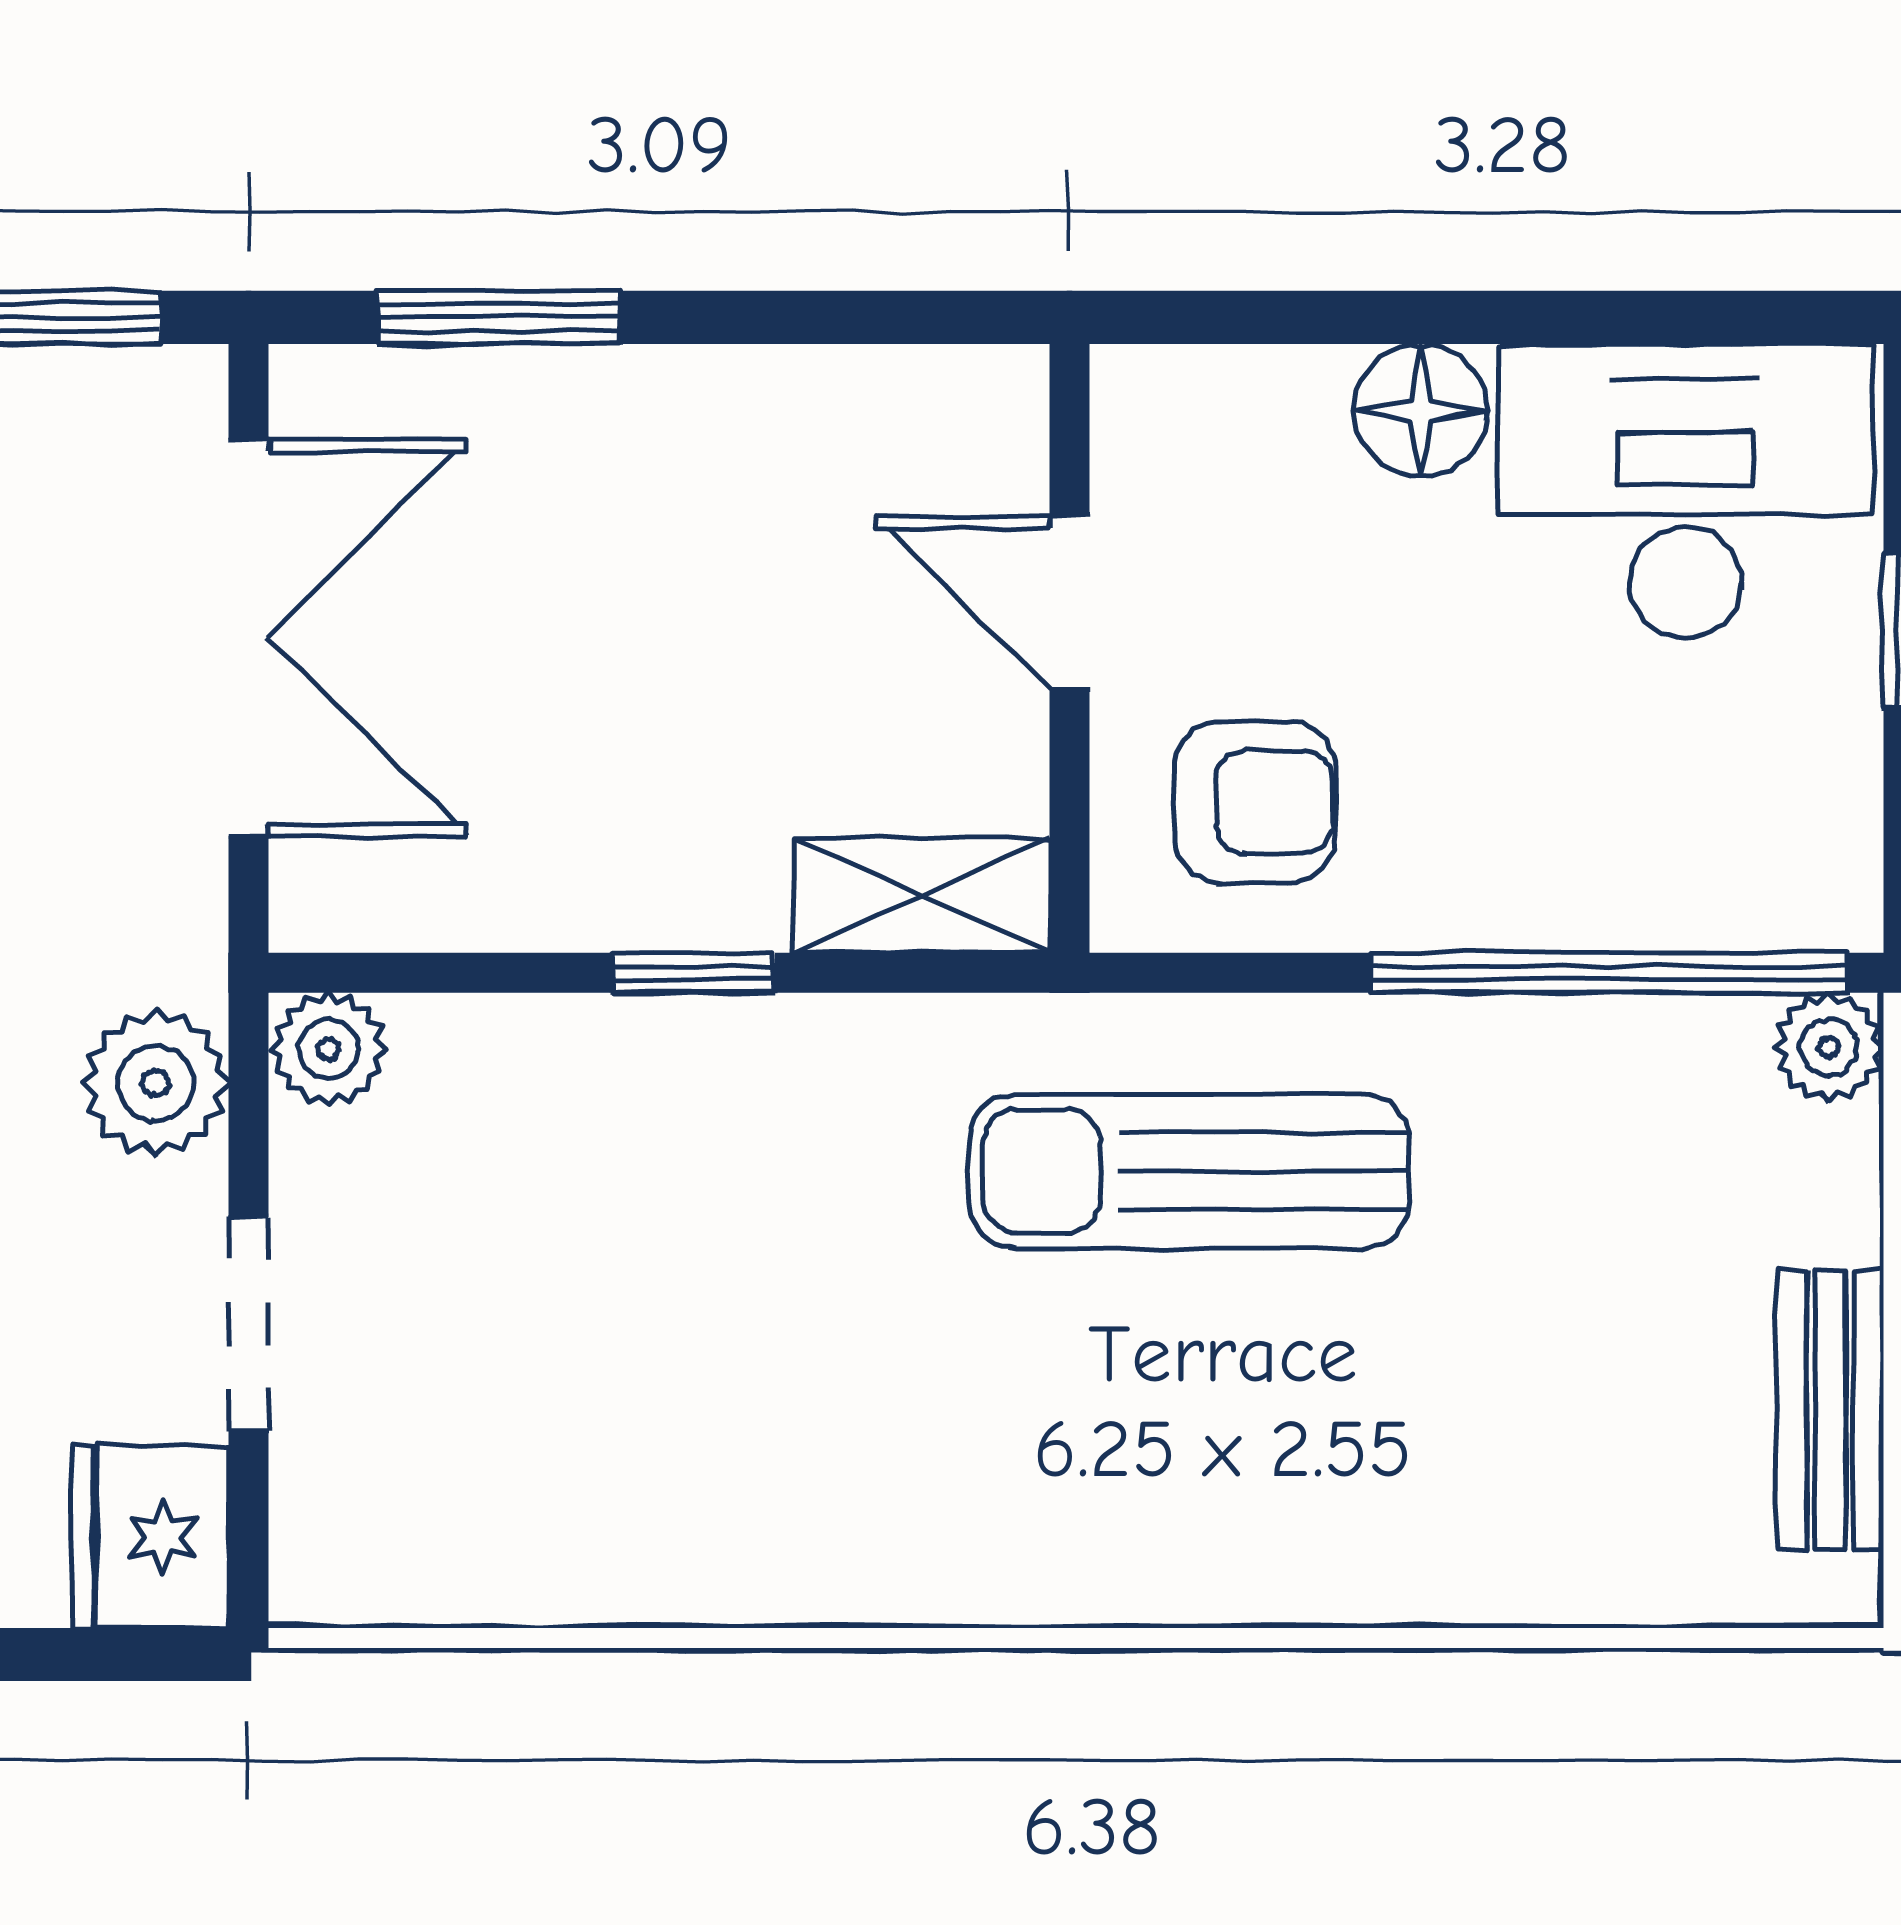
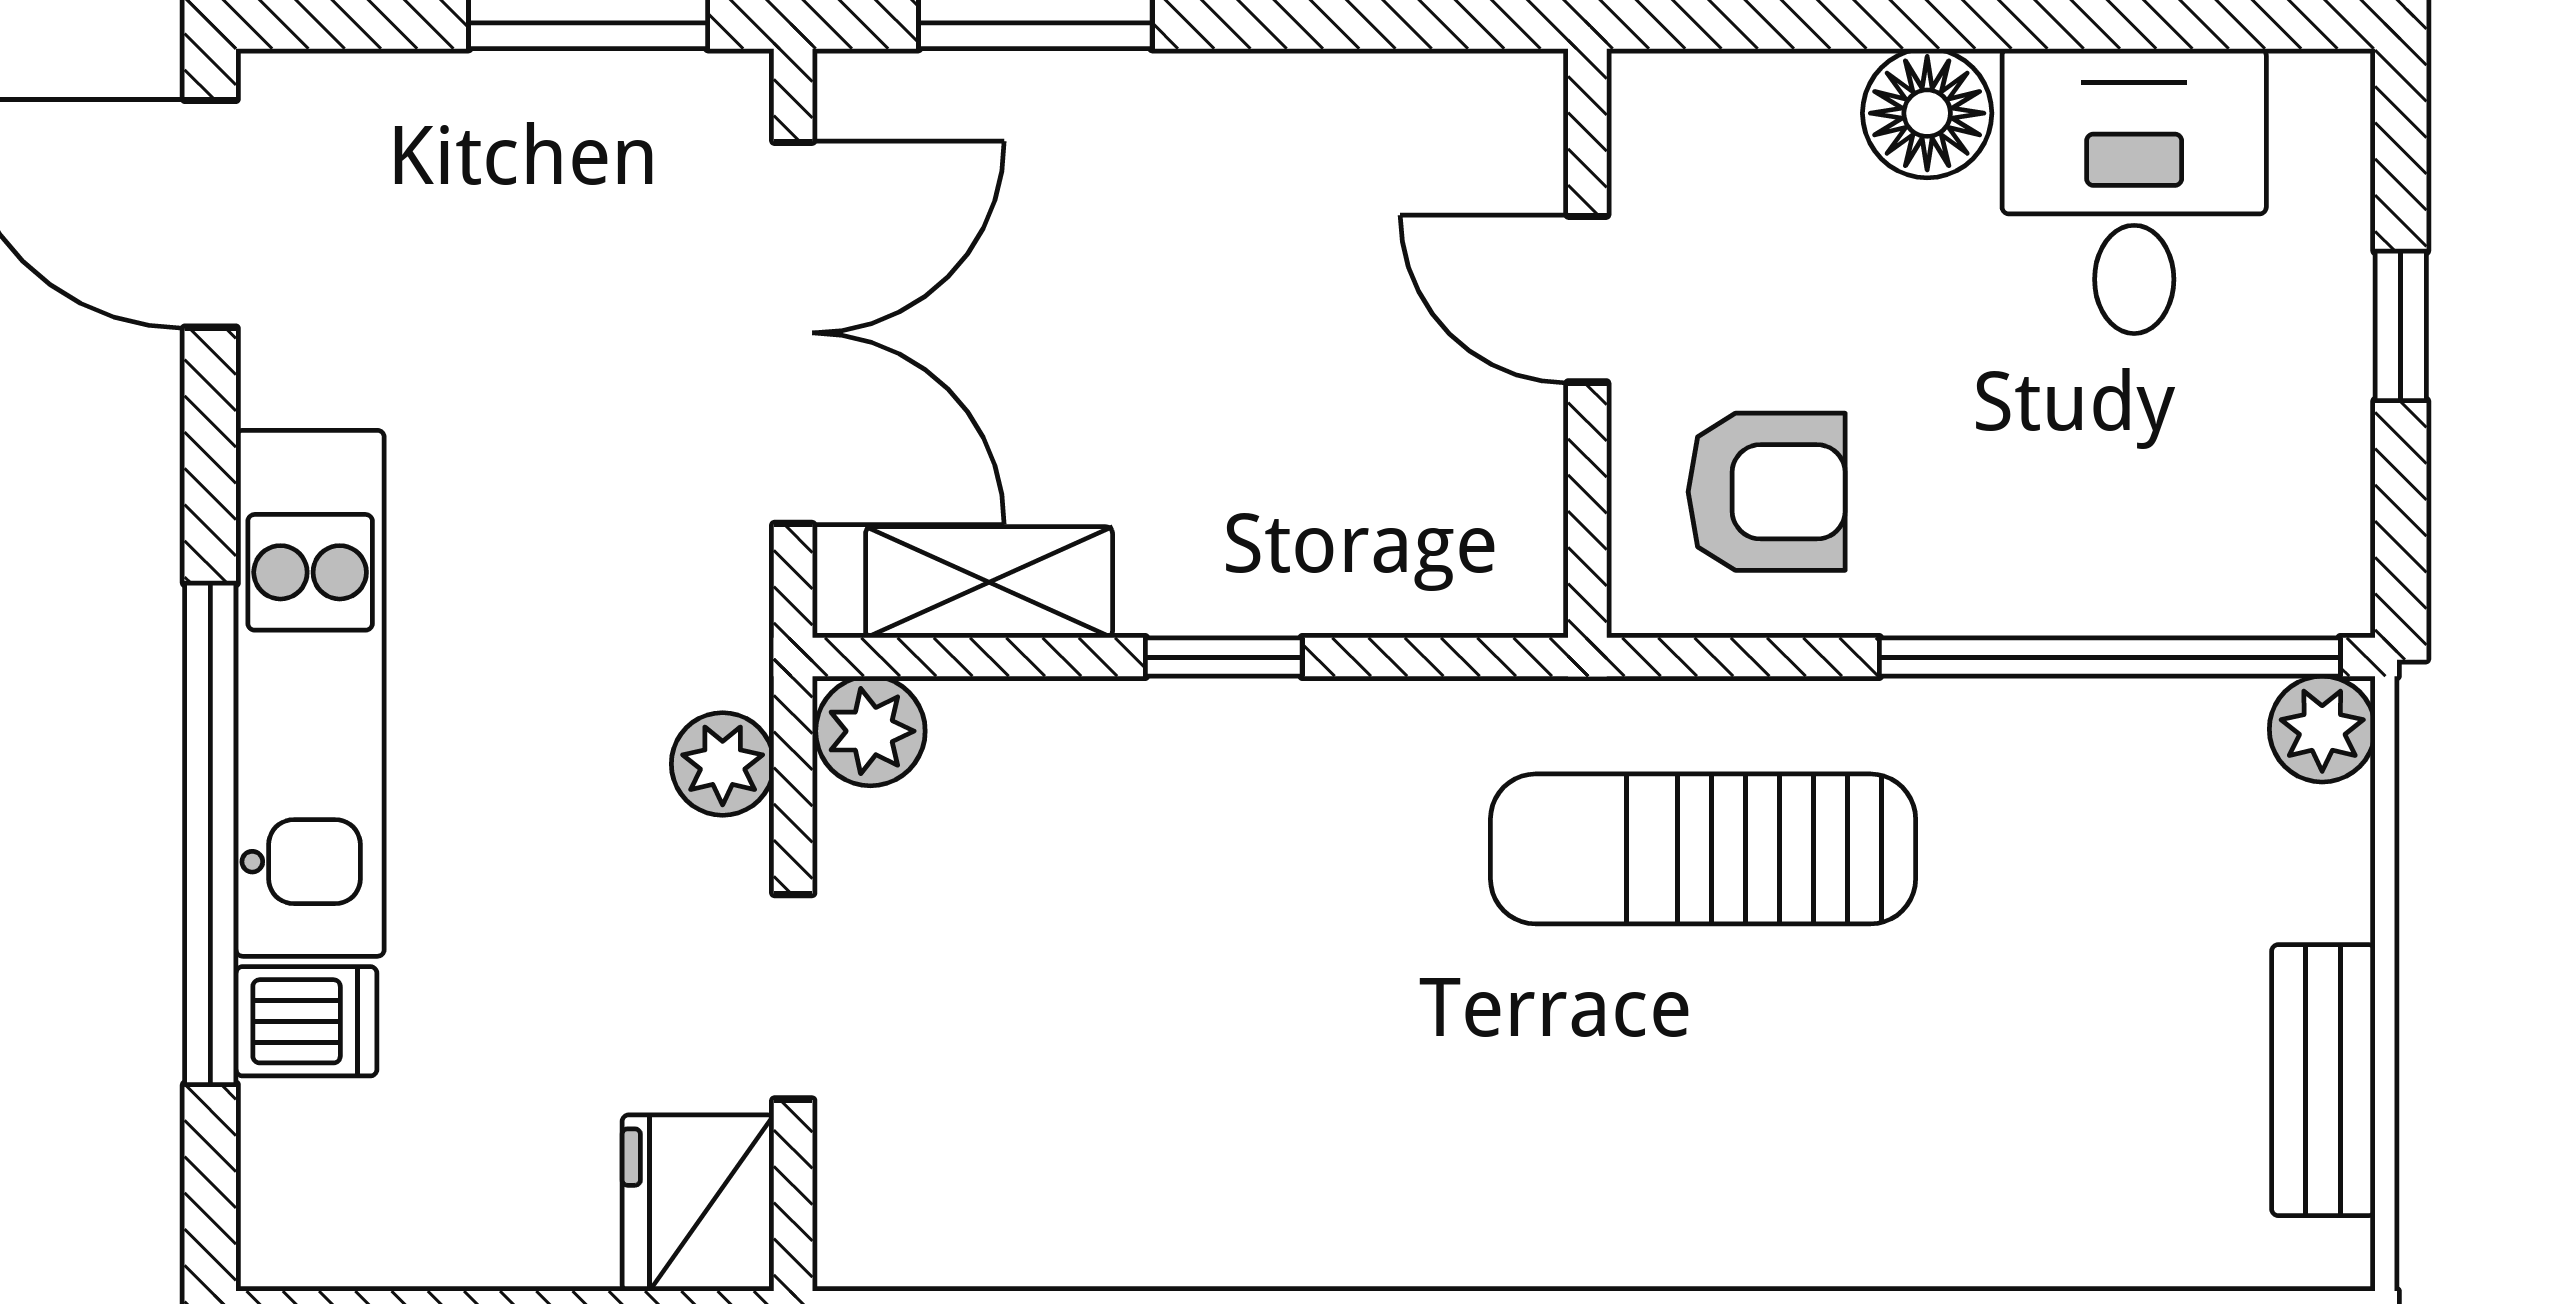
desk: (1685, 491) -> (2134, 191), width x0.73
shelving: (922, 895) -> (989, 582), moved
plant: (156, 1083) -> (723, 764), width x0.73, depth x0.73

